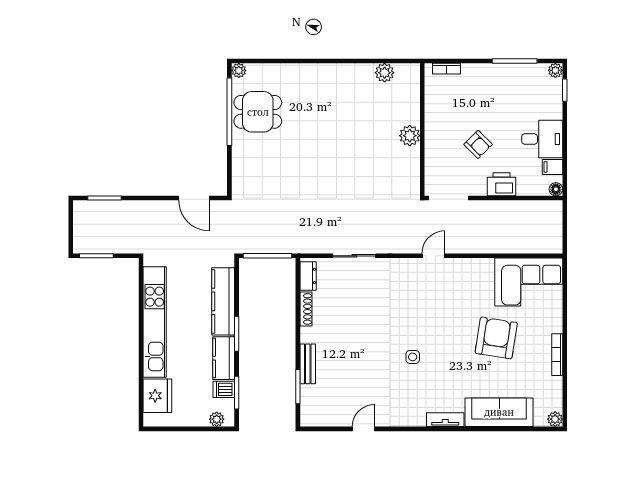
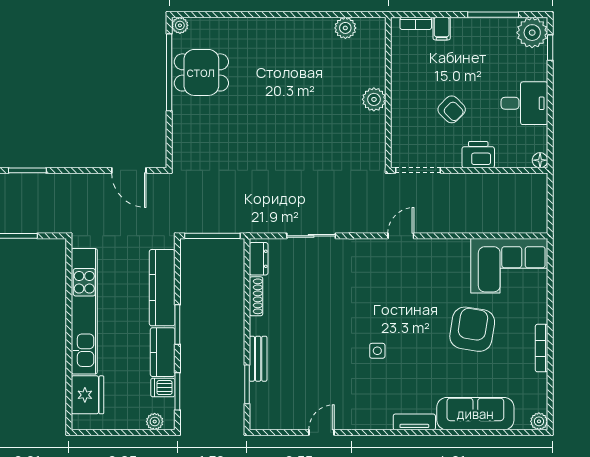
plant: (555, 70) -> (532, 33), width x1.88, depth x1.88
filing cabinet: (553, 167) -> (442, 29), moved, turned -90

